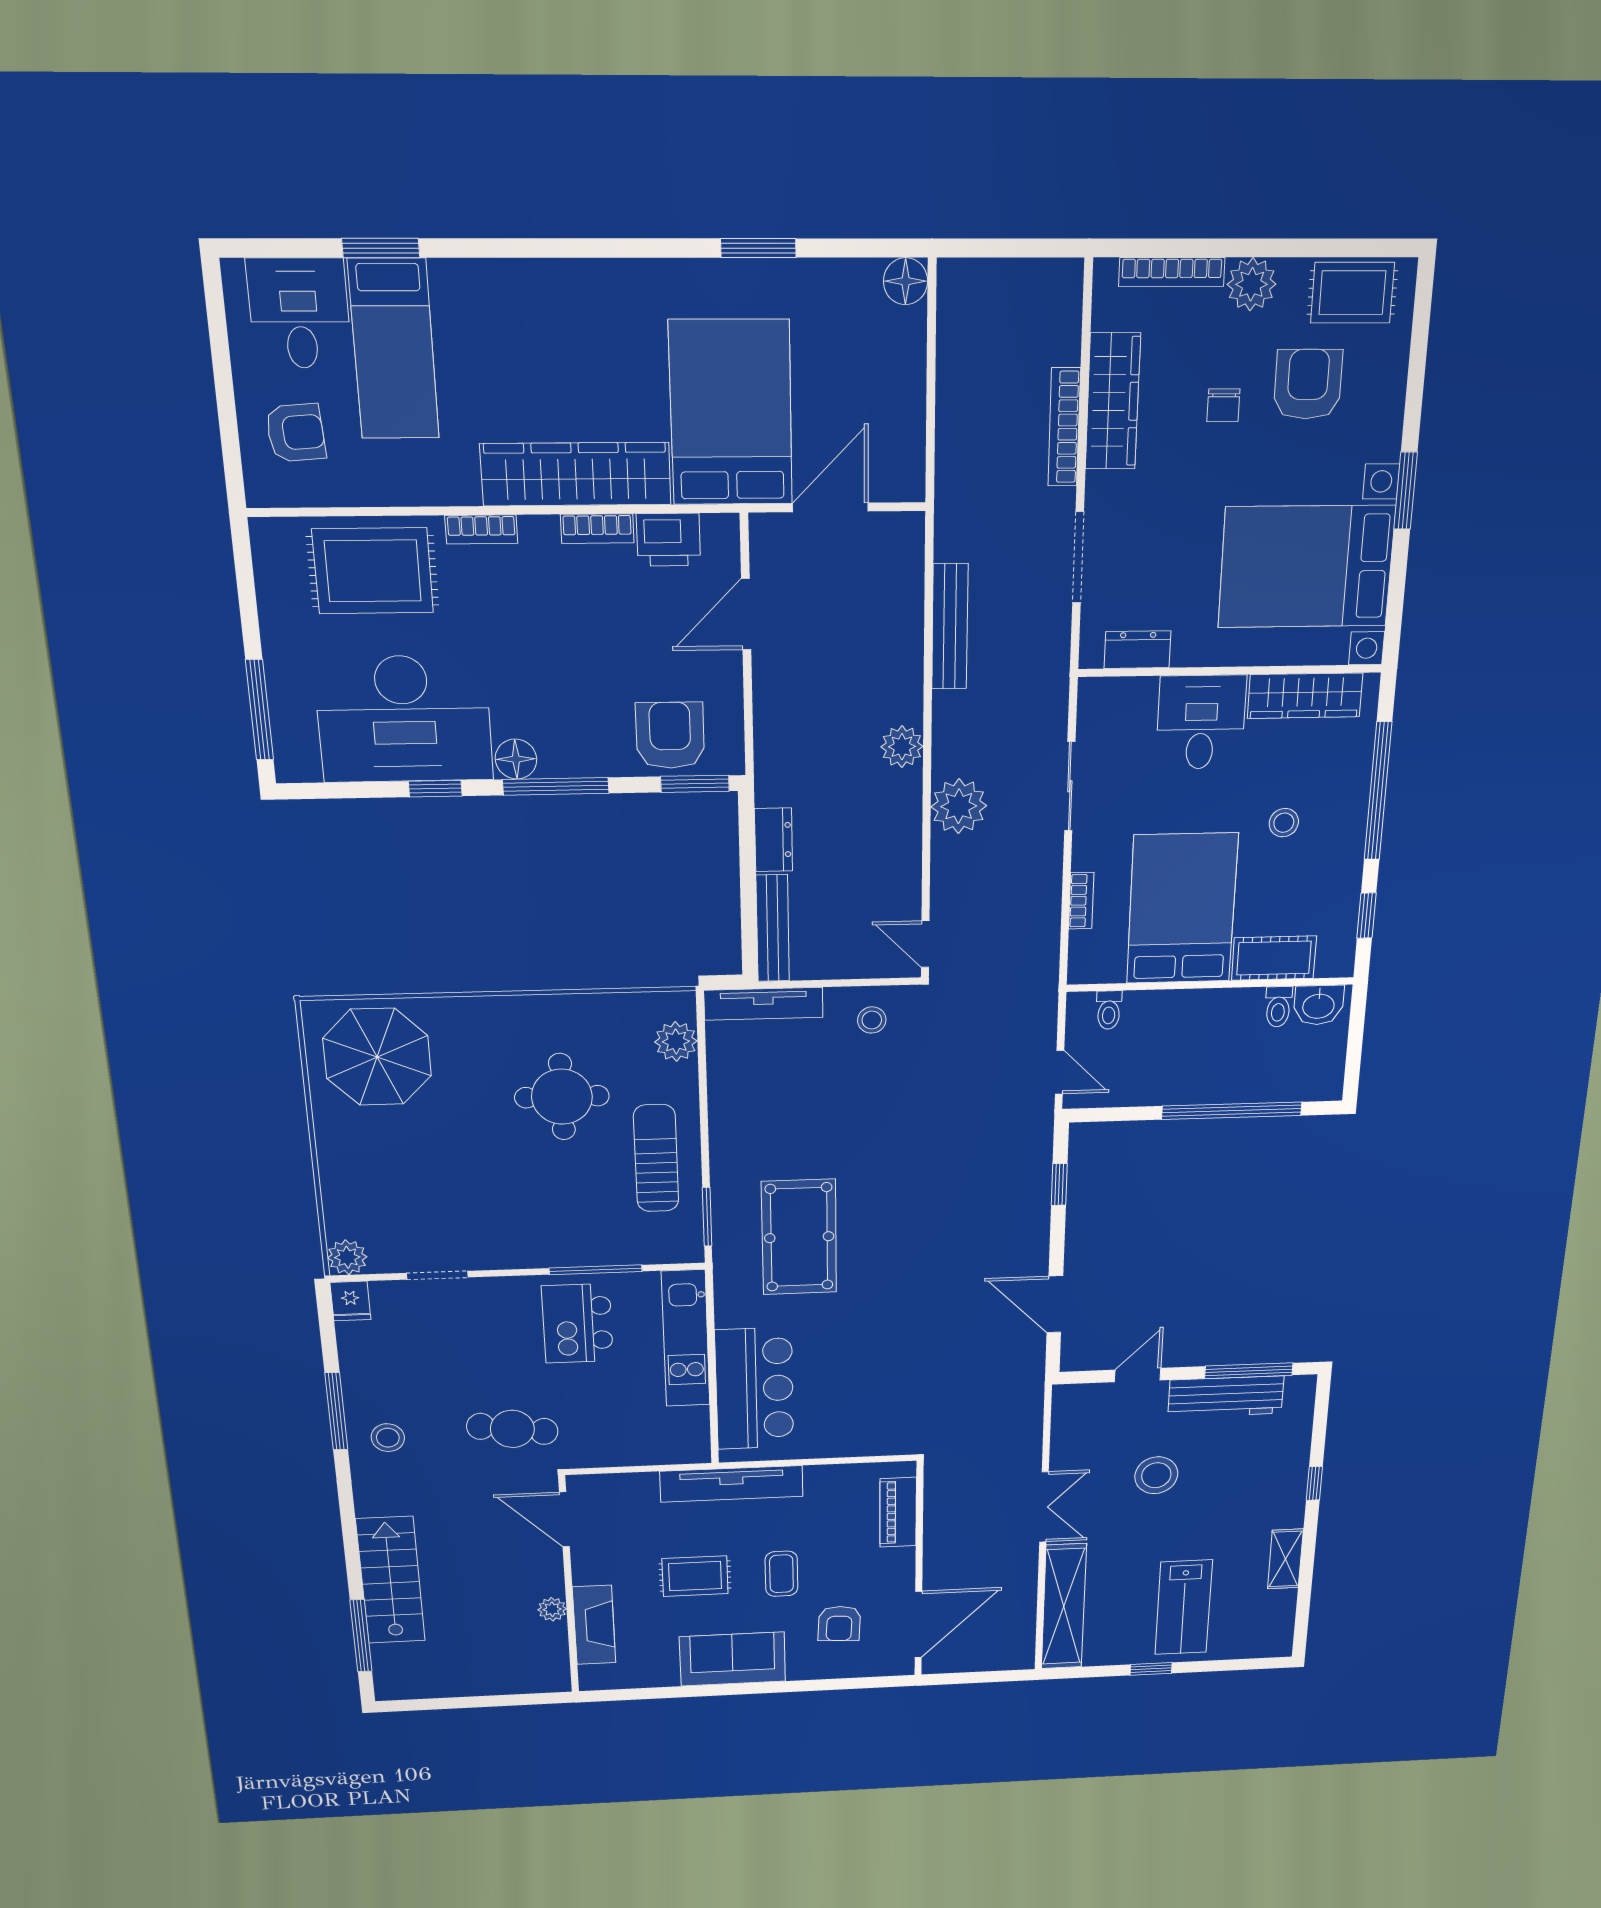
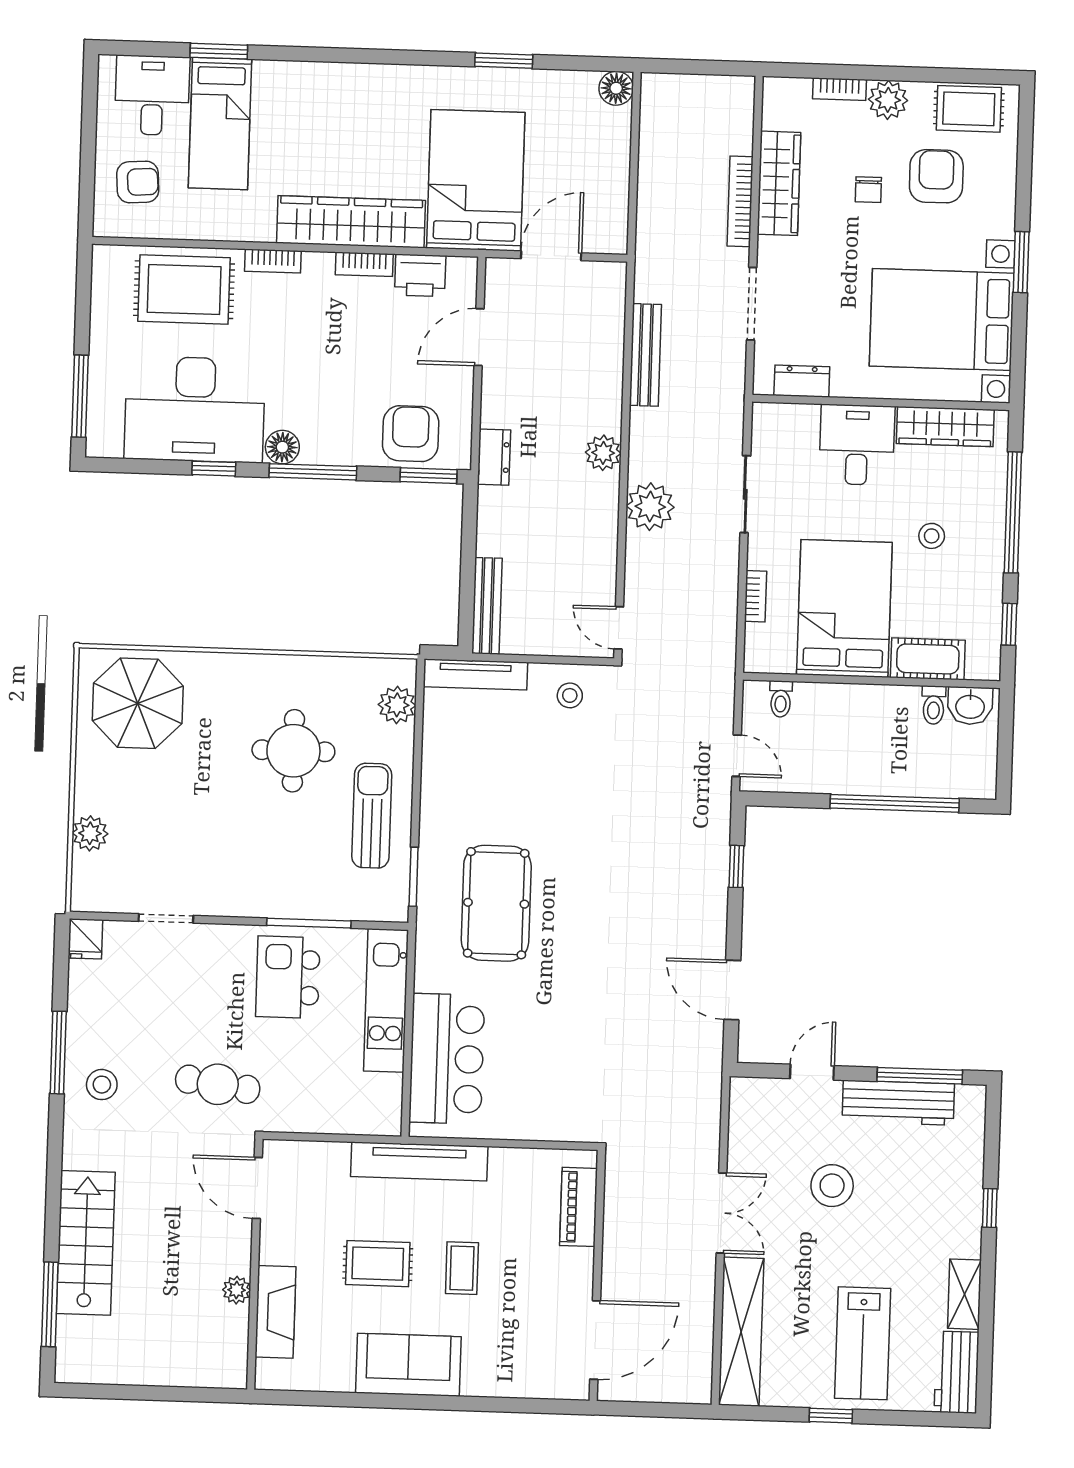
bookcase: (1172, 272) -> (839, 89), width x0.64
dresser: (773, 840) -> (494, 457), moved
plant: (347, 1257) -> (90, 833), moved
armchair: (839, 1624) -> (516, 1332), removed
workbench: (1275, 1624) -> (957, 1372), added

